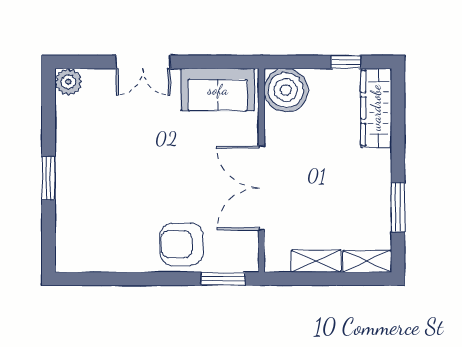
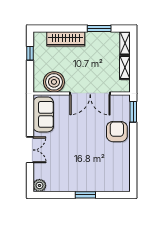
boiler: (286, 90) -> (54, 82), moved
wardrobe: (376, 108) -> (66, 39), moved
armchair: (182, 244) -> (117, 132), turned 180

